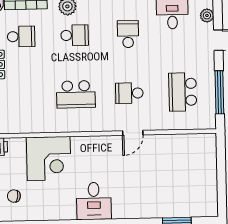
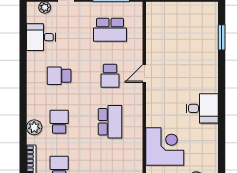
door: (133, 133) -> (144, 74), swing flipped

